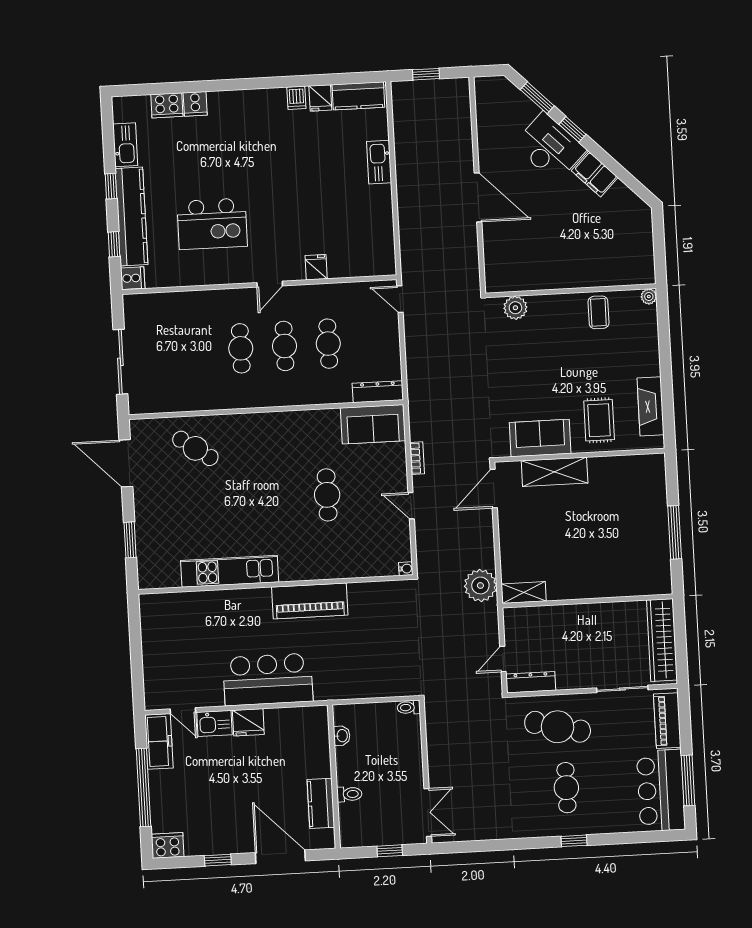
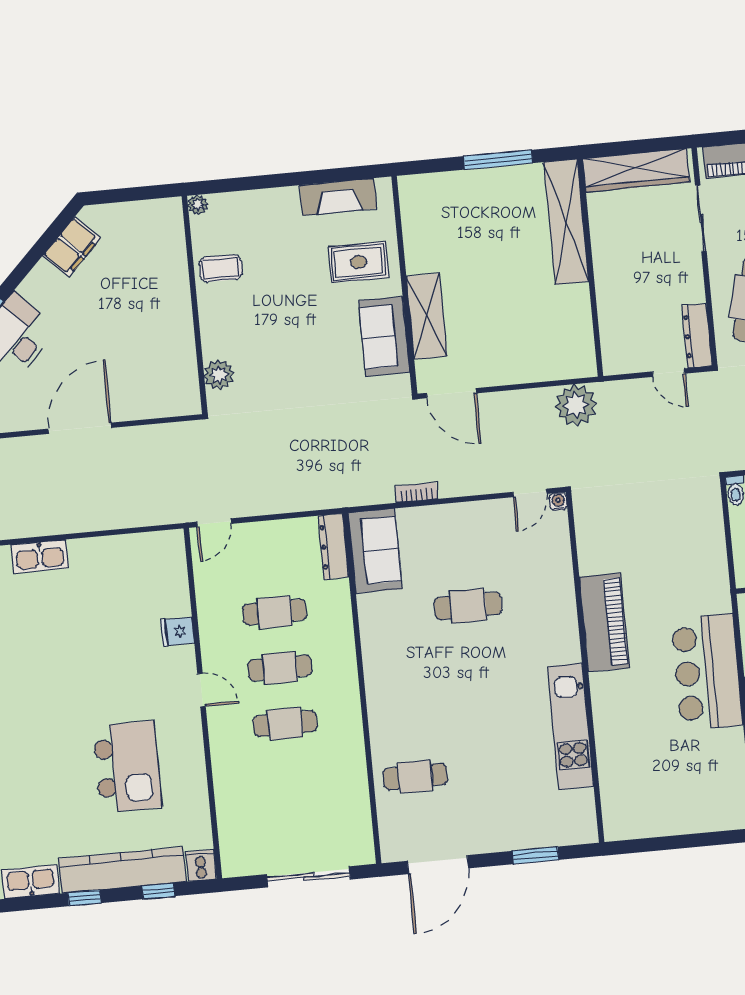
filing cabinet: (595, 174) -> (72, 247), moved
cafe table: (195, 448) -> (415, 777), turned 55
door: (411, 506) -> (530, 493), moved
shelving: (524, 593) -> (566, 222), moved, width x2.20, depth x1.33

